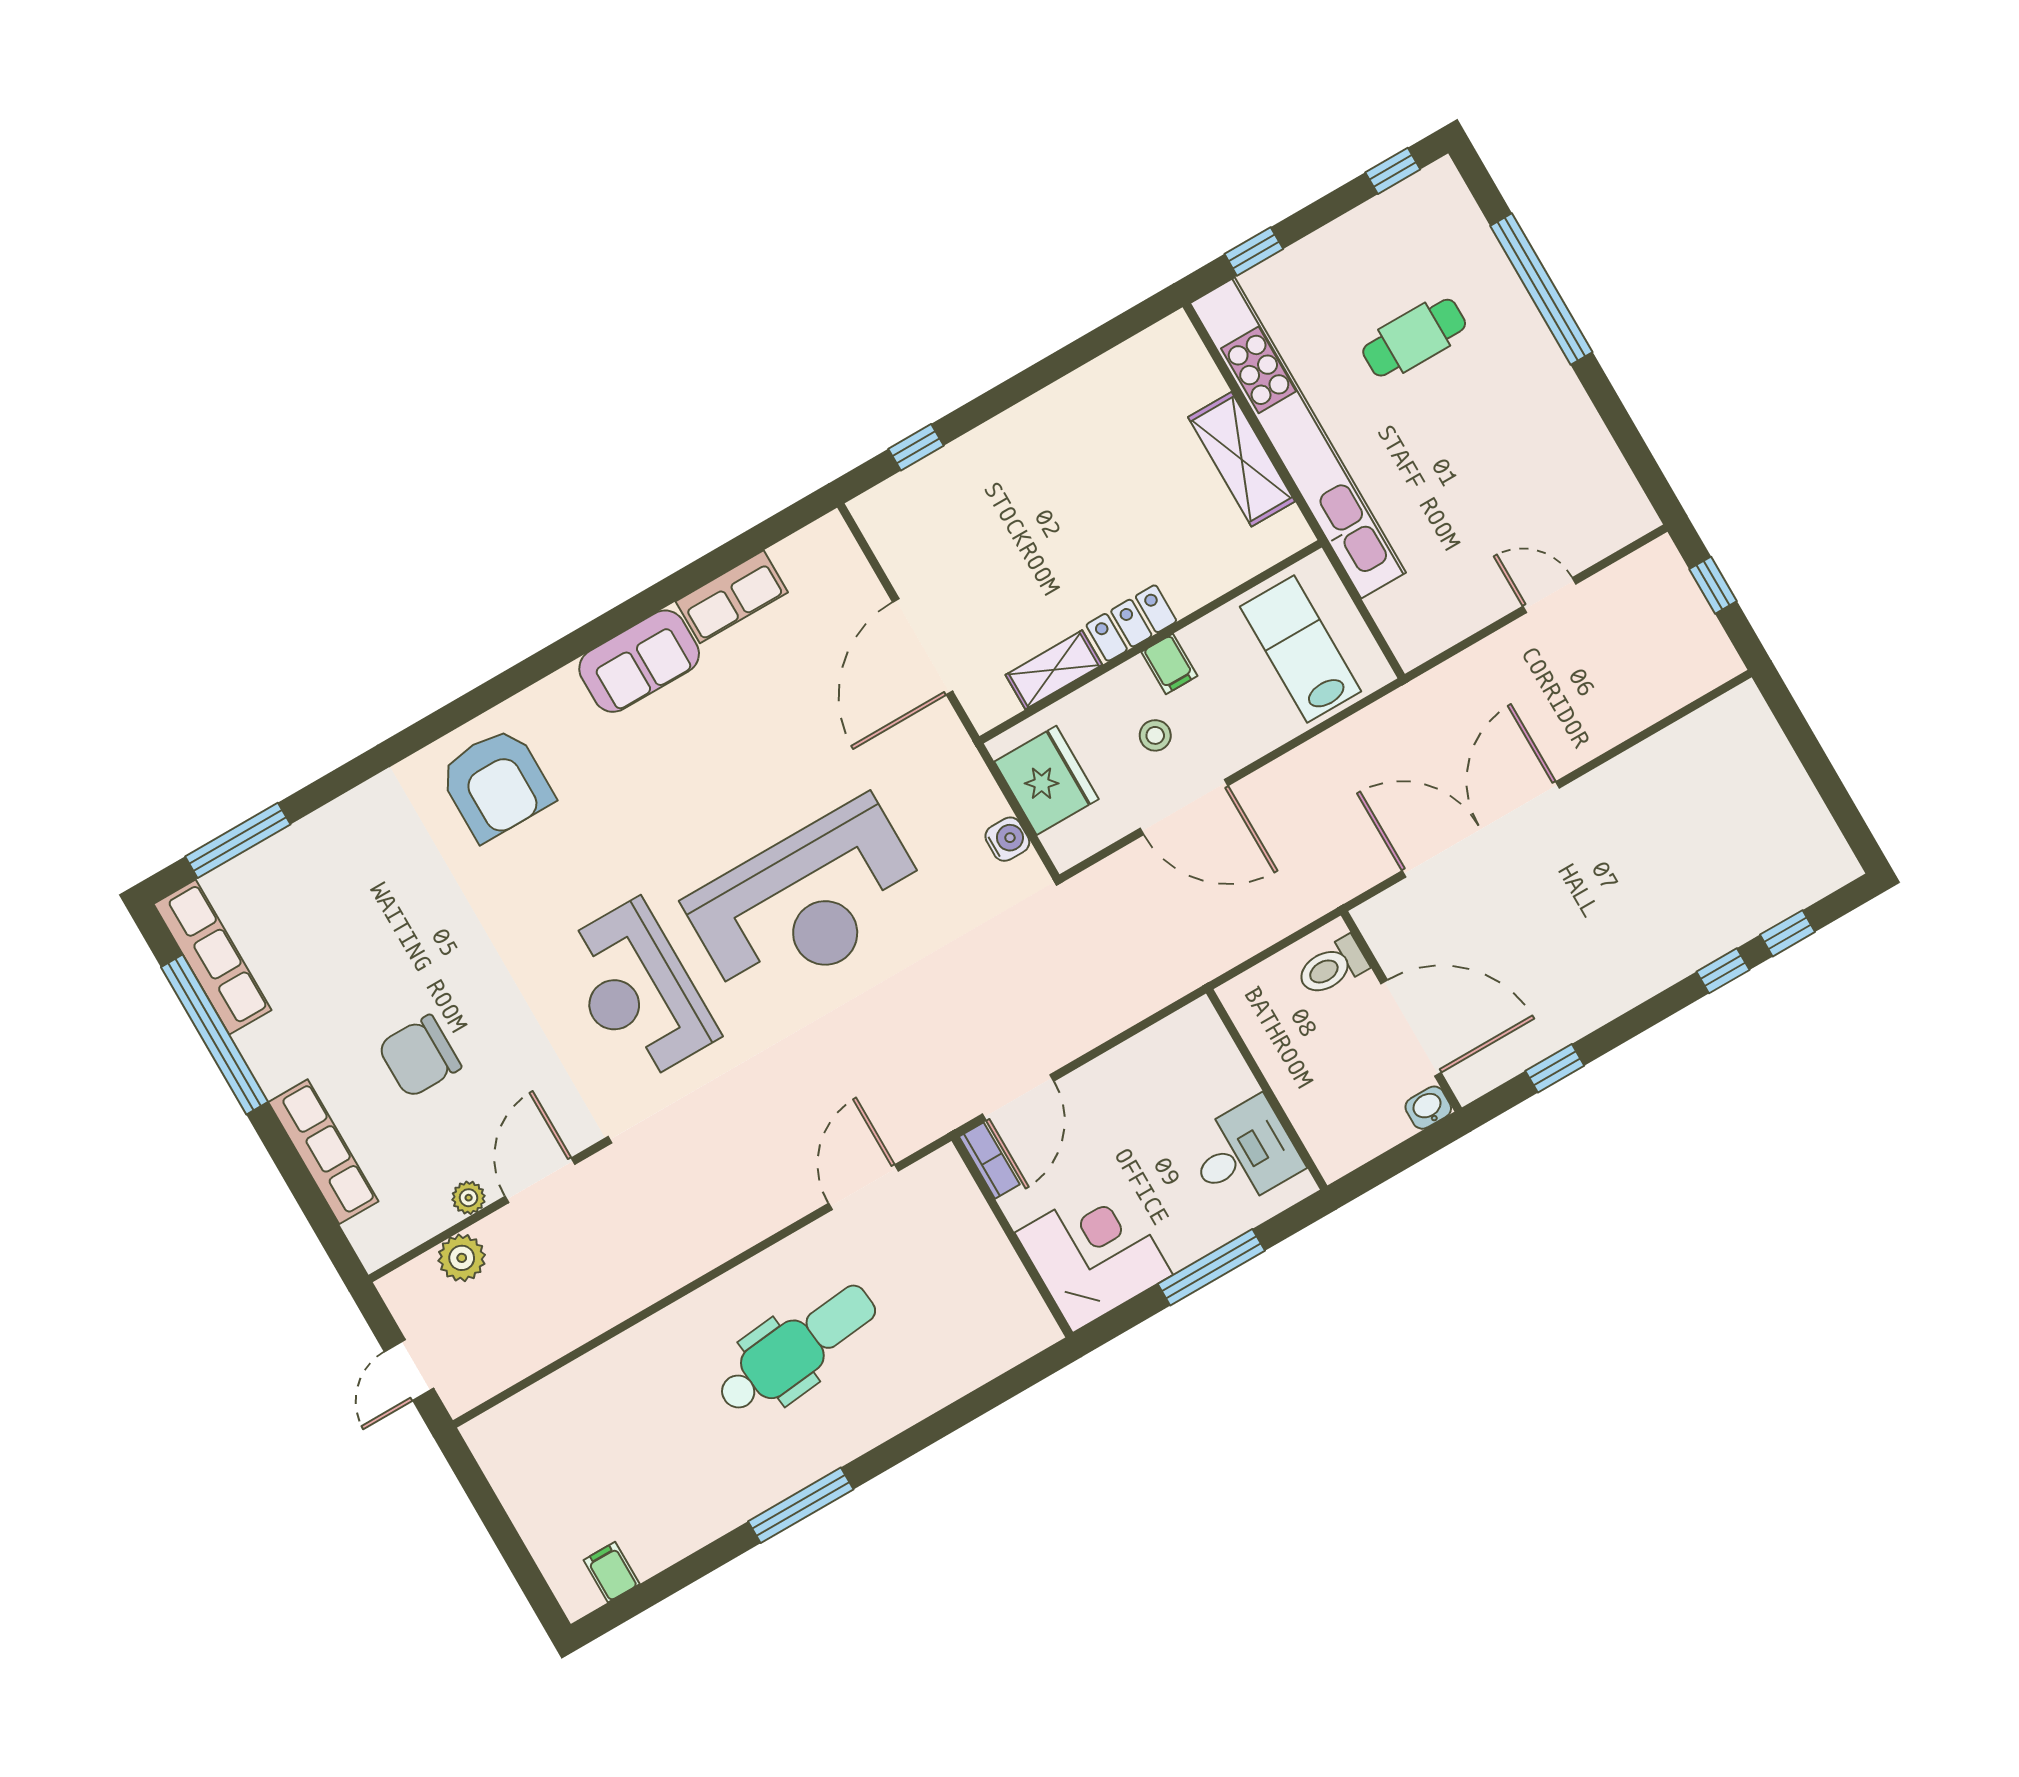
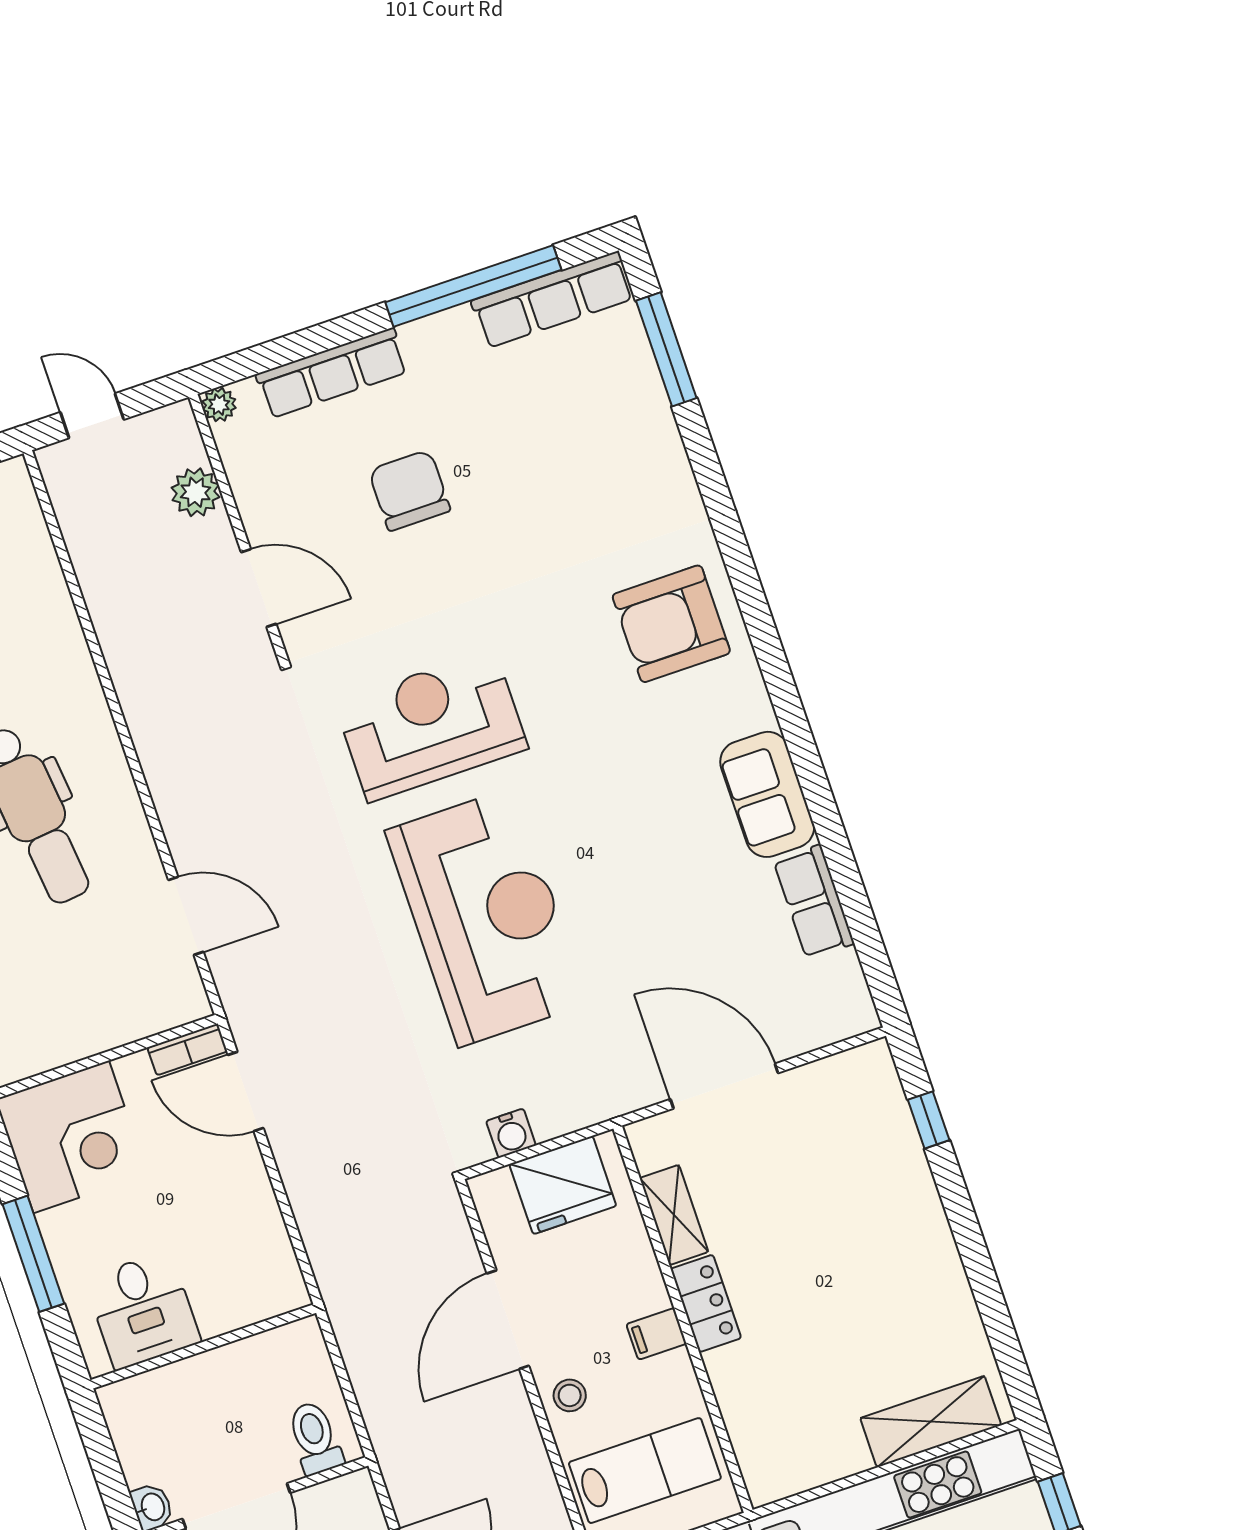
shelving: (1241, 459) -> (931, 1422), moved
stool: (1155, 735) -> (570, 1395), moved
reception desk: (808, 903) -> (487, 917), turned 180
plant: (469, 1198) -> (219, 405), moved

